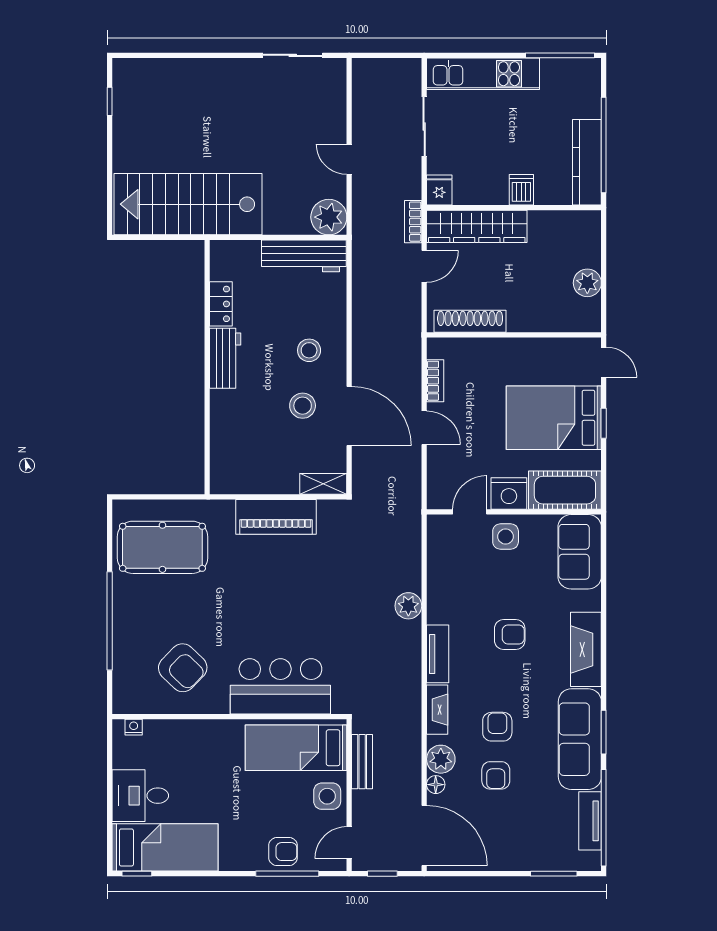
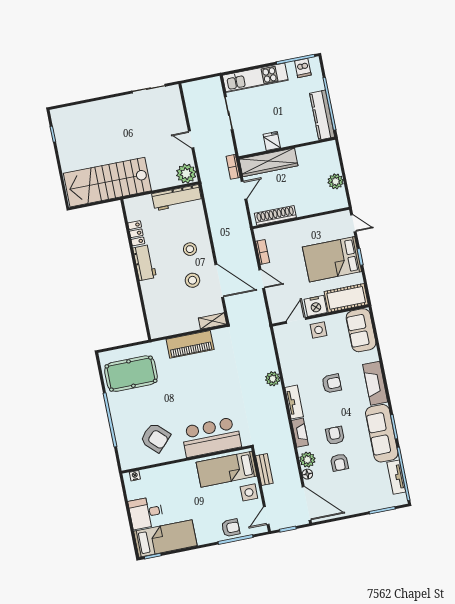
fridge: (439, 190) -> (272, 141), moved
dishwasher: (521, 190) -> (303, 68), moved, turned 180

